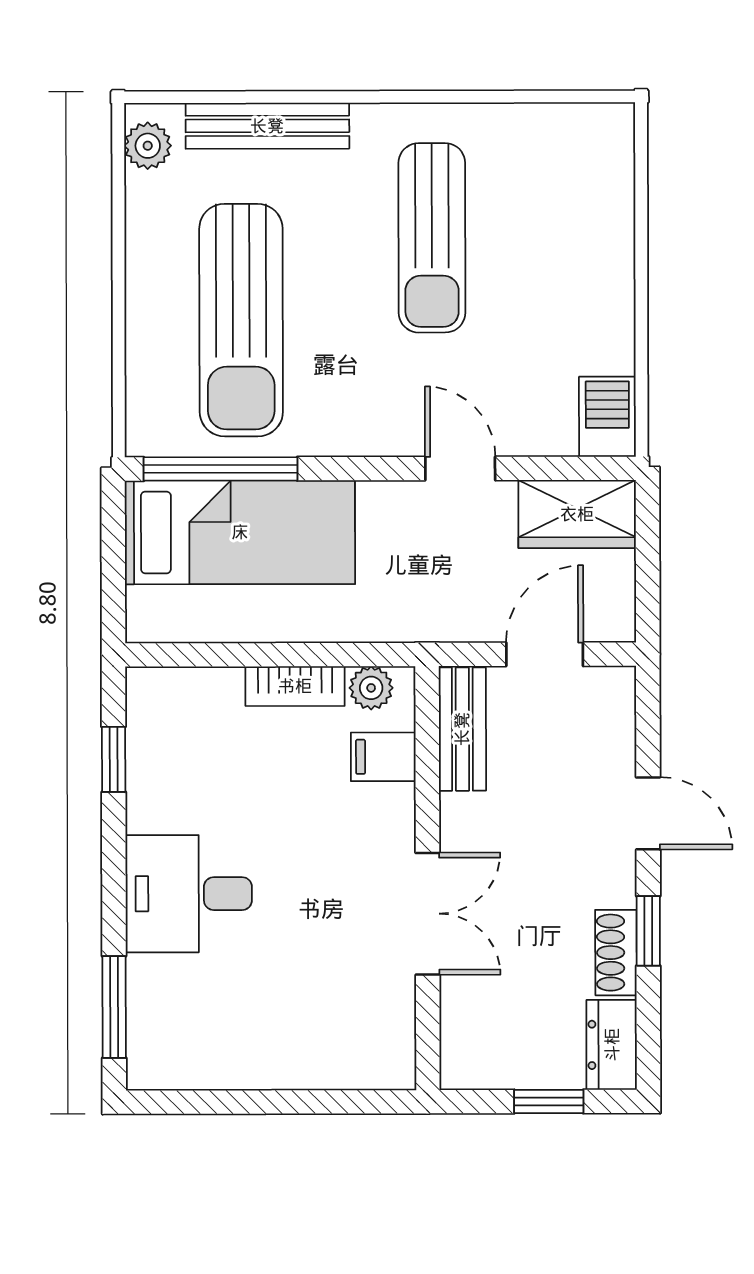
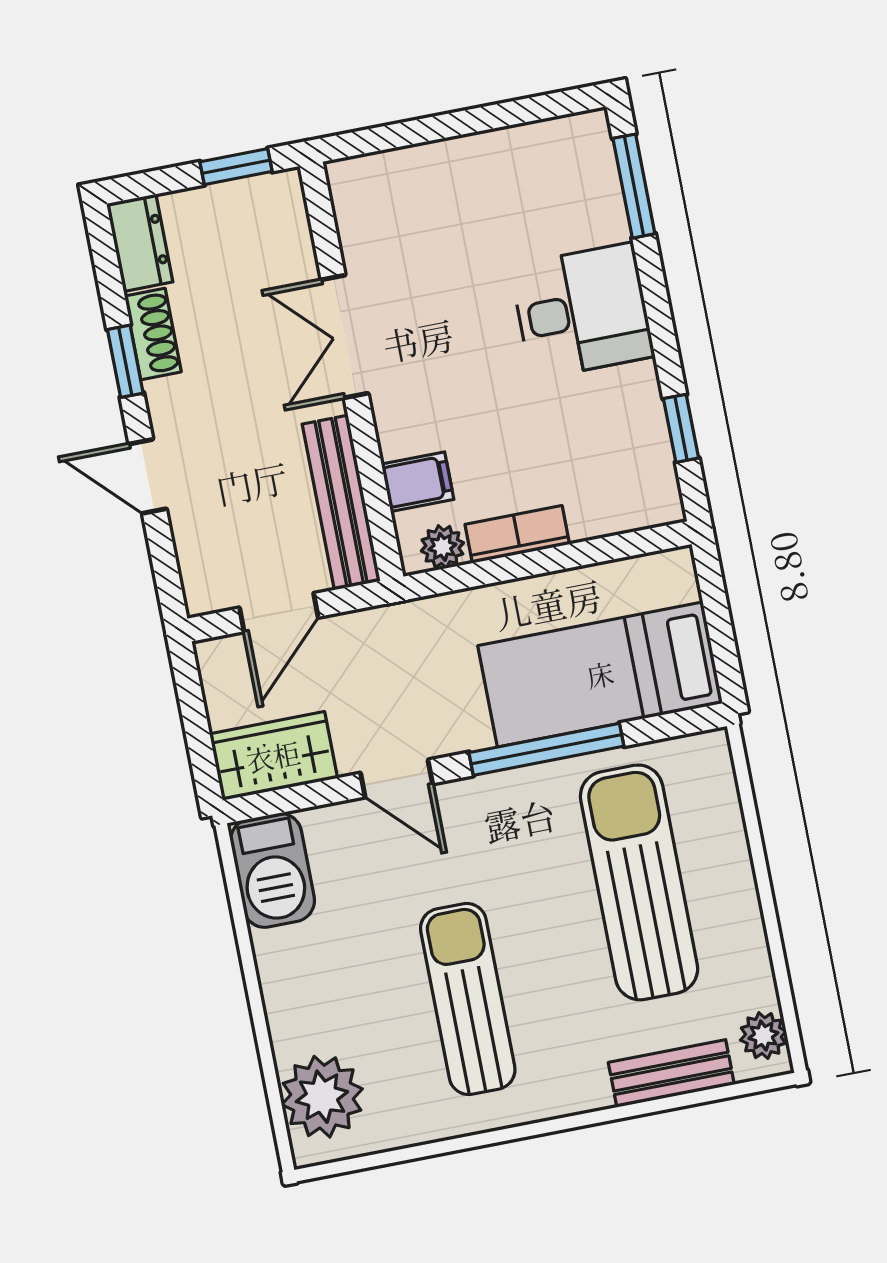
bench: (267, 126) -> (671, 1073), width x0.73
plant: (594, 169) -> (322, 1097), added
barbecue: (607, 417) -> (273, 870), width x1.38, depth x1.27
window: (220, 469) -> (546, 749), moved
bench: (462, 729) -> (341, 502), width x1.36
window: (549, 1101) -> (236, 167), moved

